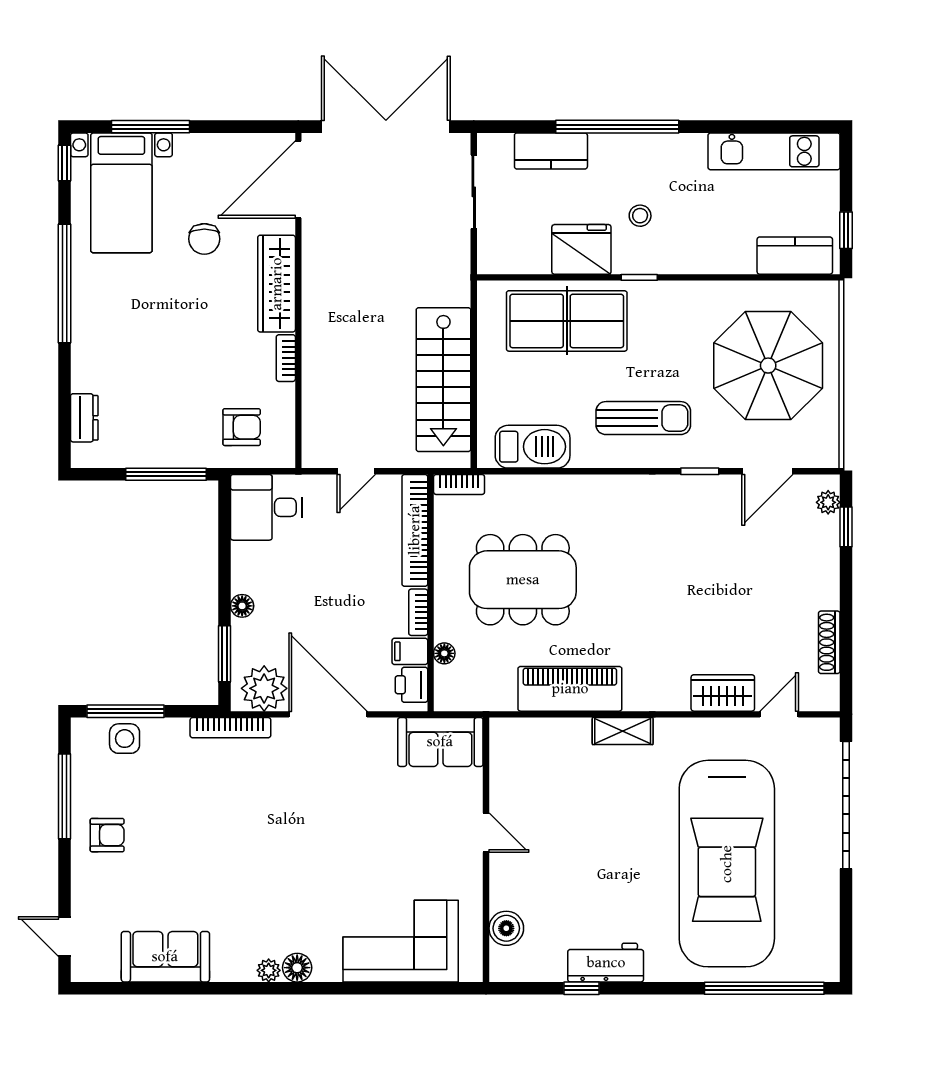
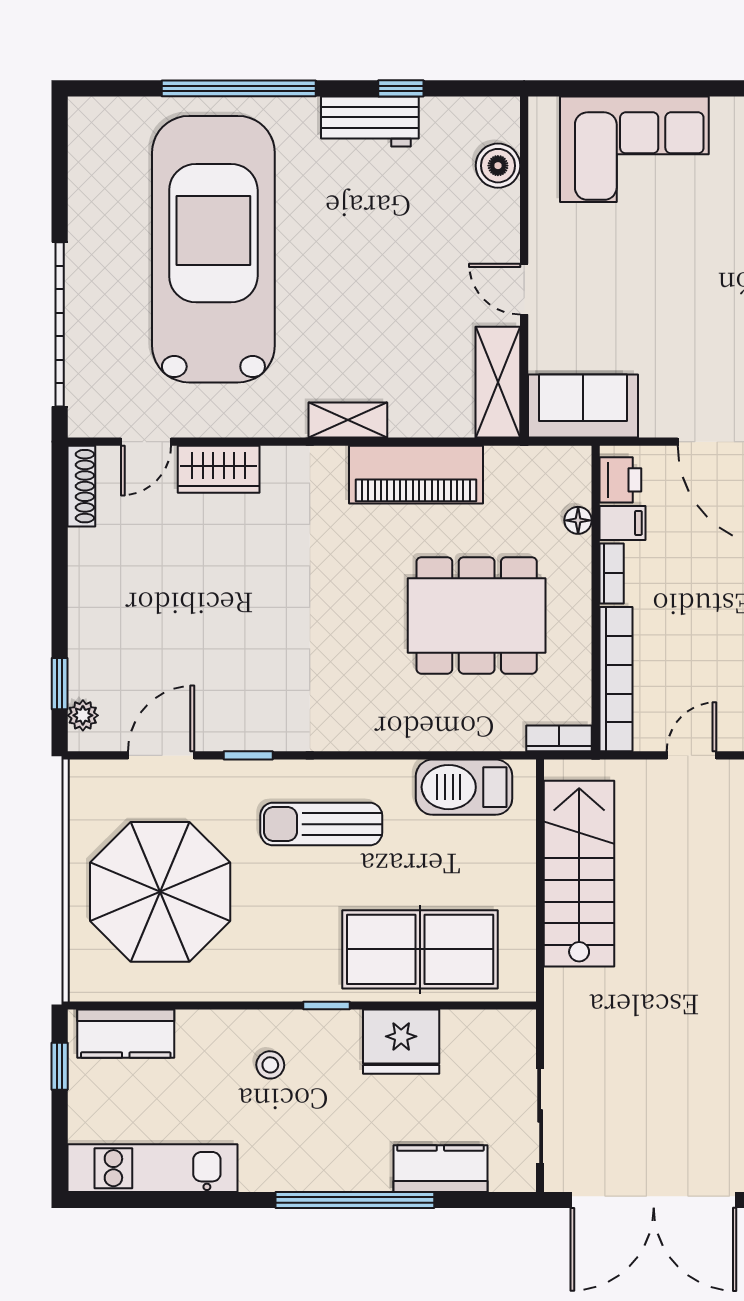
stool: (640, 216) -> (270, 1065), moved
shoe rack: (829, 642) -> (81, 486), moved
shelving: (506, 760) -> (498, 382), added
window: (764, 988) -> (239, 88), moved

